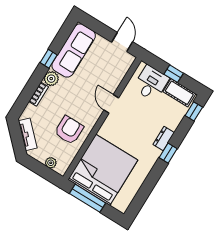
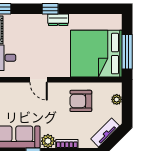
door: (111, 104) -> (39, 80), hinge flipped
dresser: (164, 138) -> (58, 20), moved

